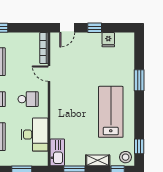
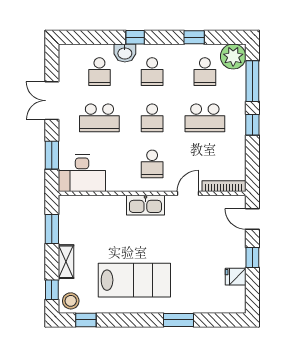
desk: (35, 135) -> (82, 173), moved
kitchen sink: (57, 152) -> (145, 205), moved

